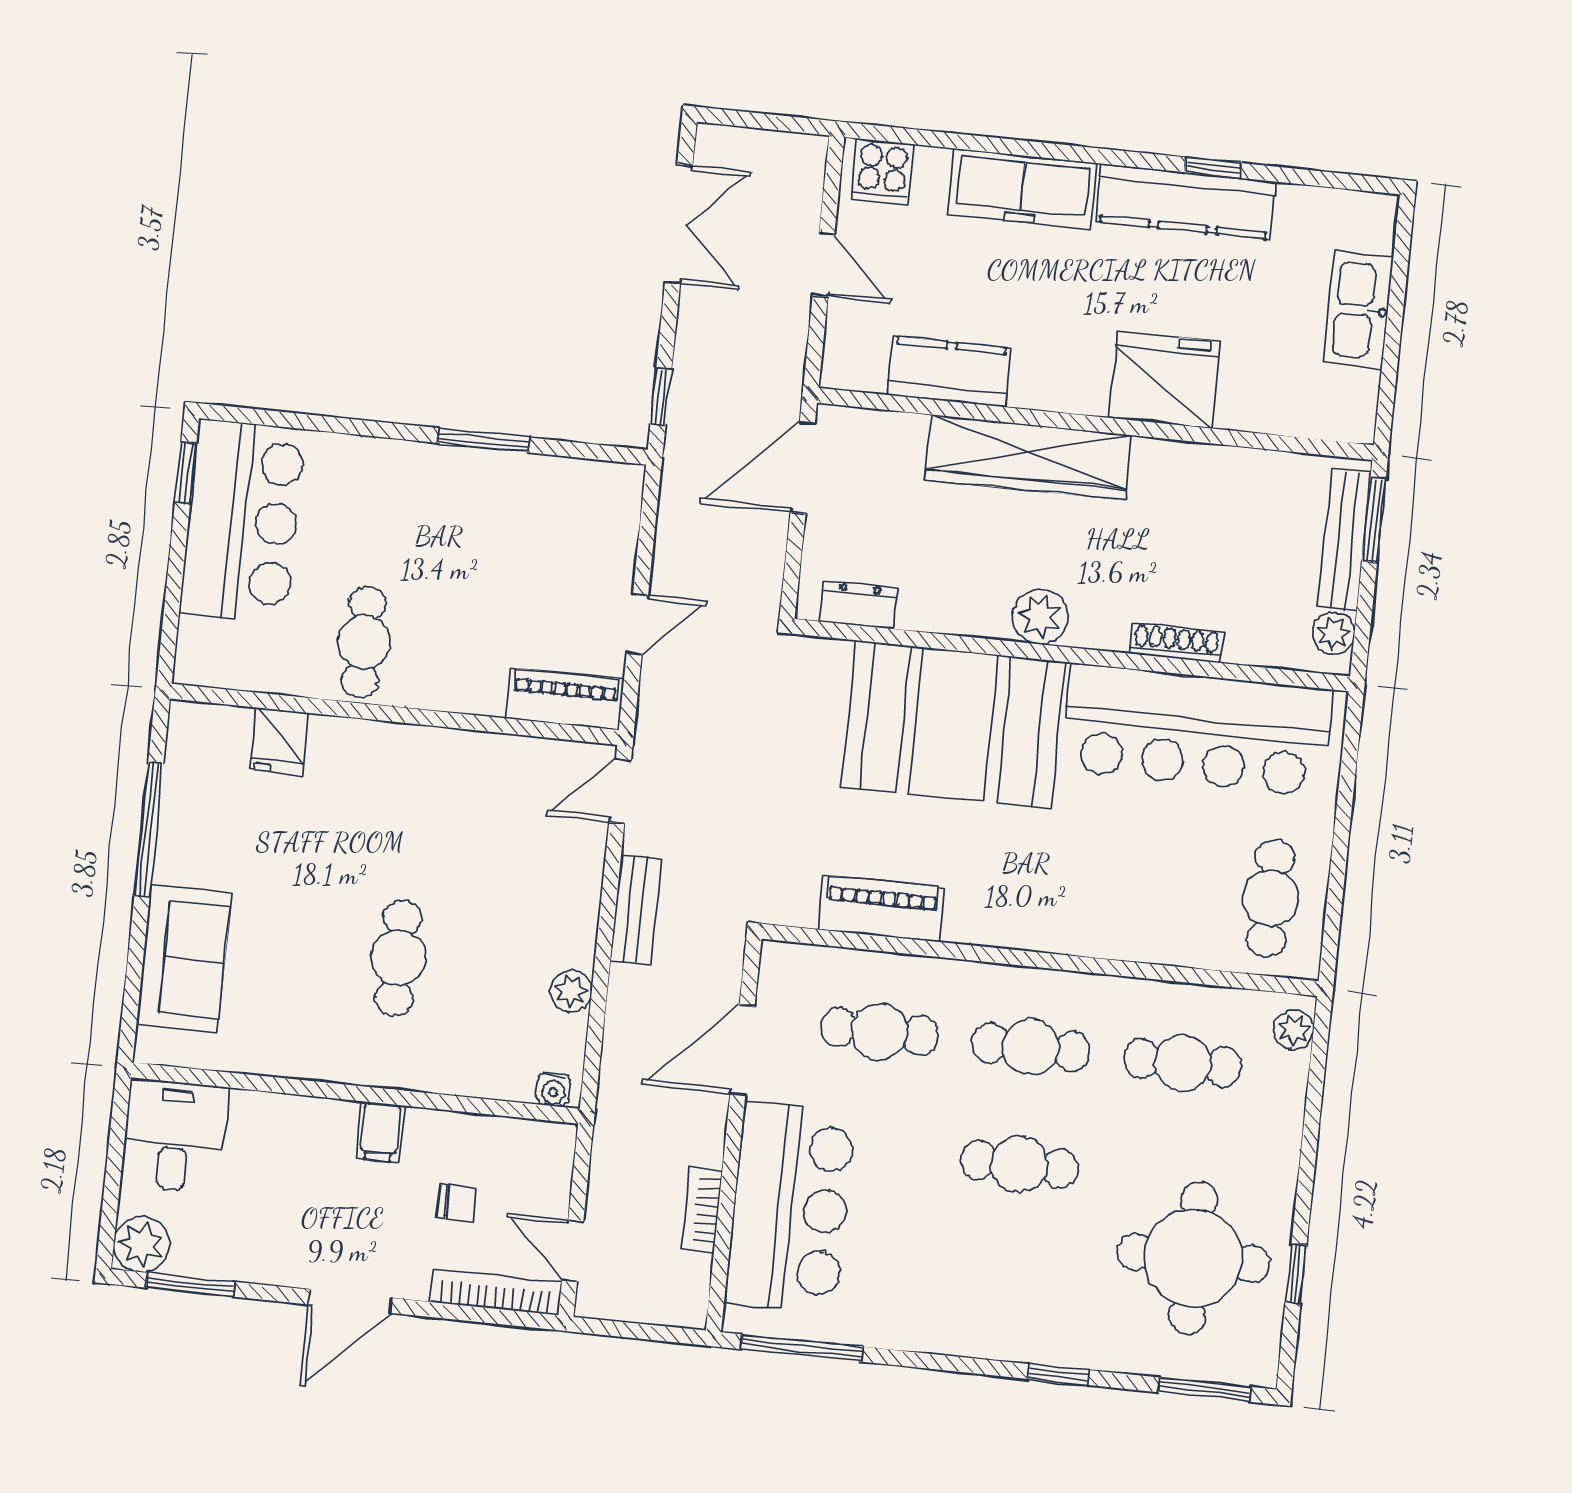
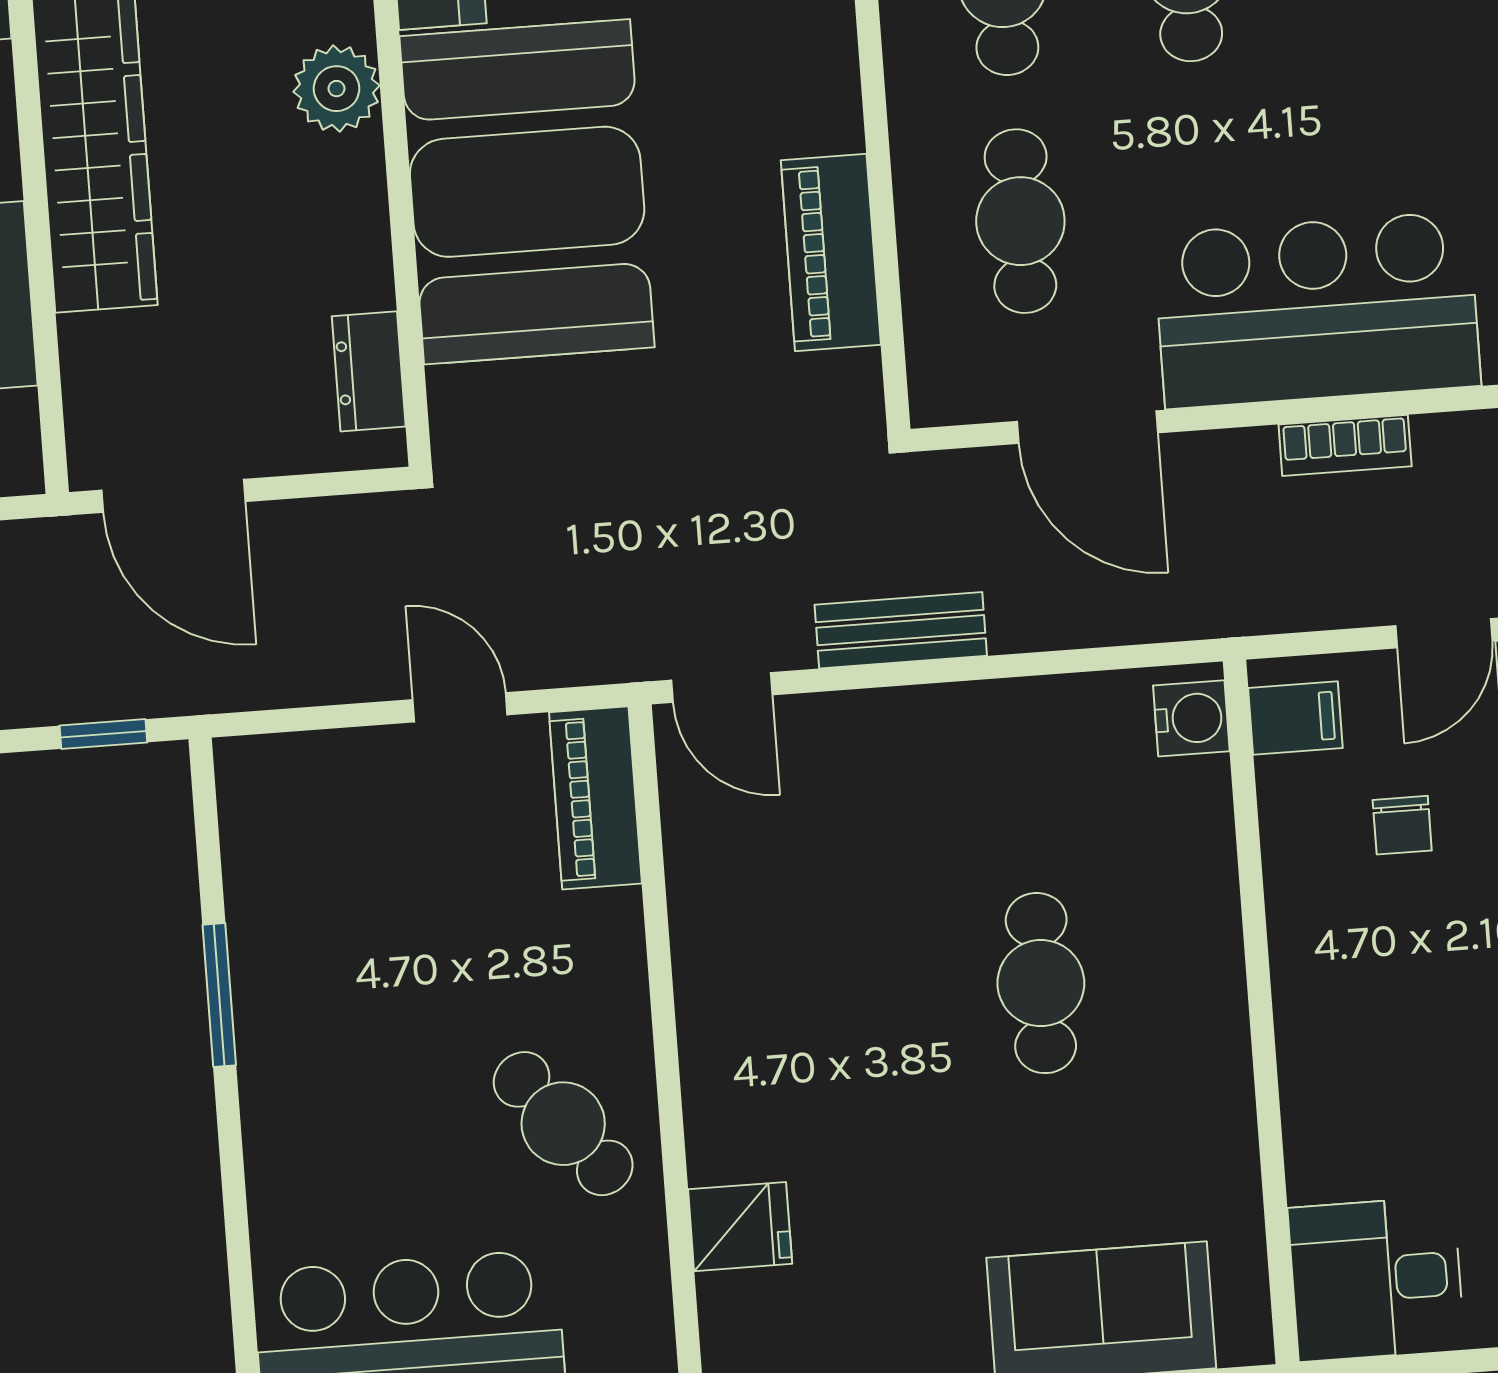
cafe table: (364, 642) -> (563, 1124), turned 51
cafe table: (398, 958) -> (1041, 983), turned 90
plant: (571, 991) -> (1044, 708), removed
water cooler: (553, 1089) -> (1191, 718), width x1.38, depth x1.38
filing cabinet: (380, 1132) -> (1295, 718), moved
chair: (457, 1203) -> (1402, 825), turned 180

